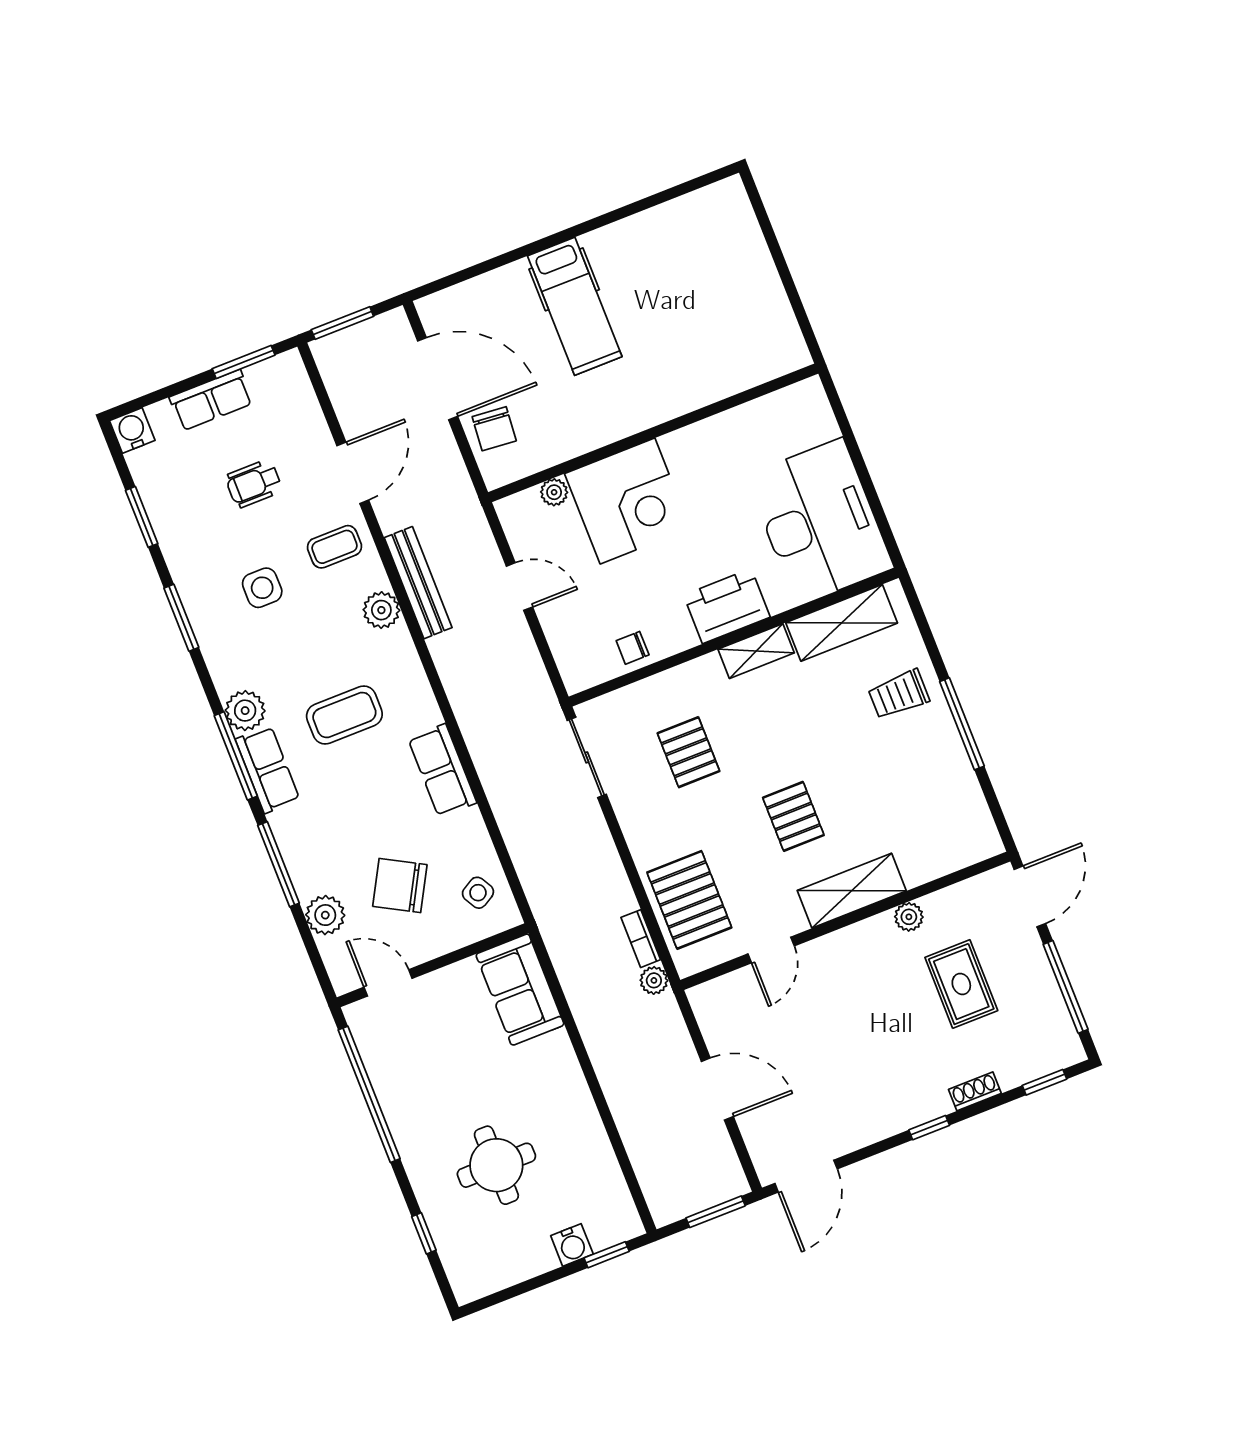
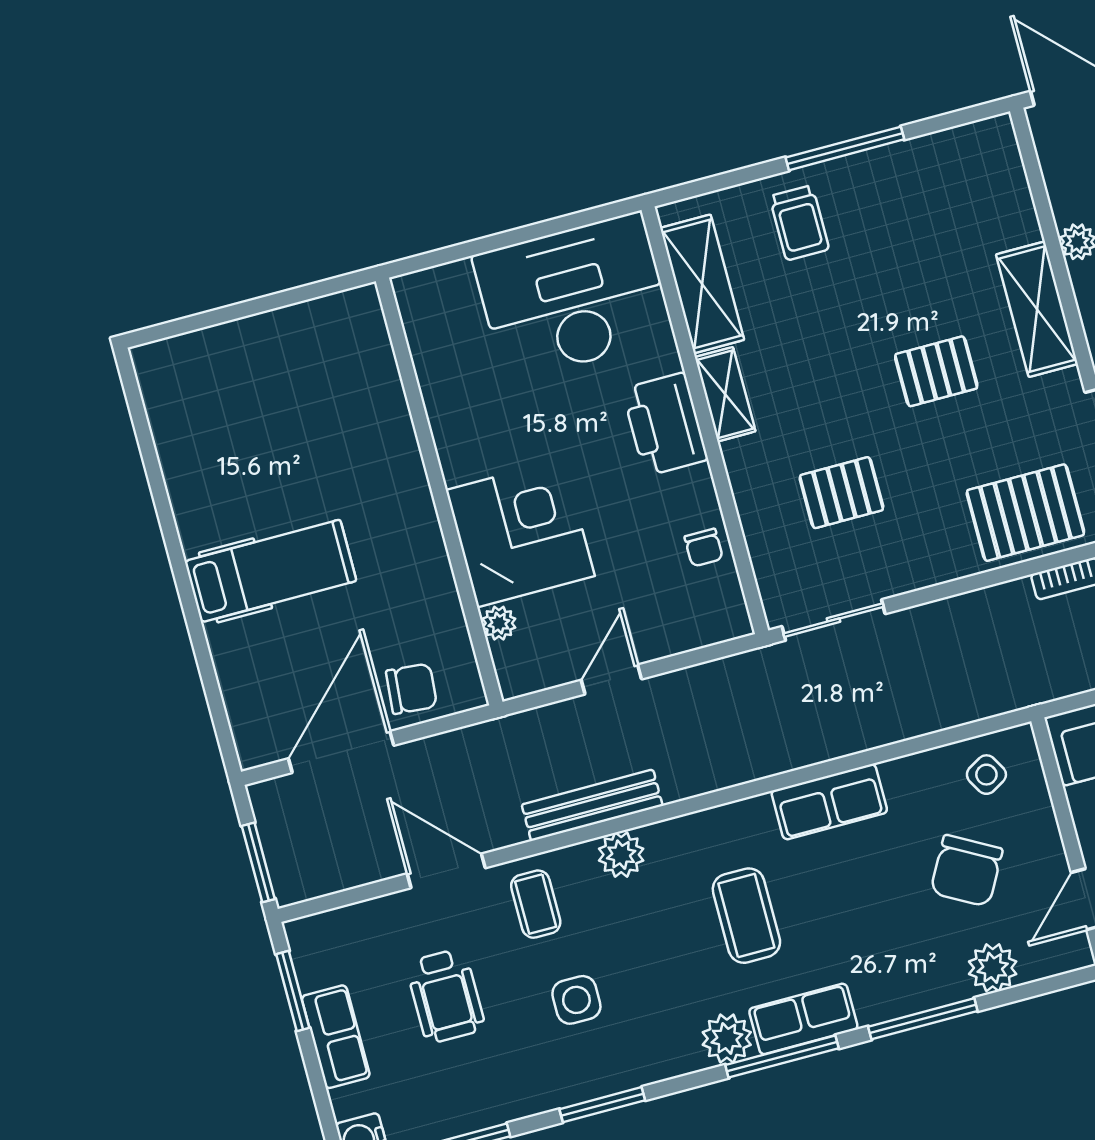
wheelchair: (254, 484) -> (446, 996), width x1.36, depth x1.37

